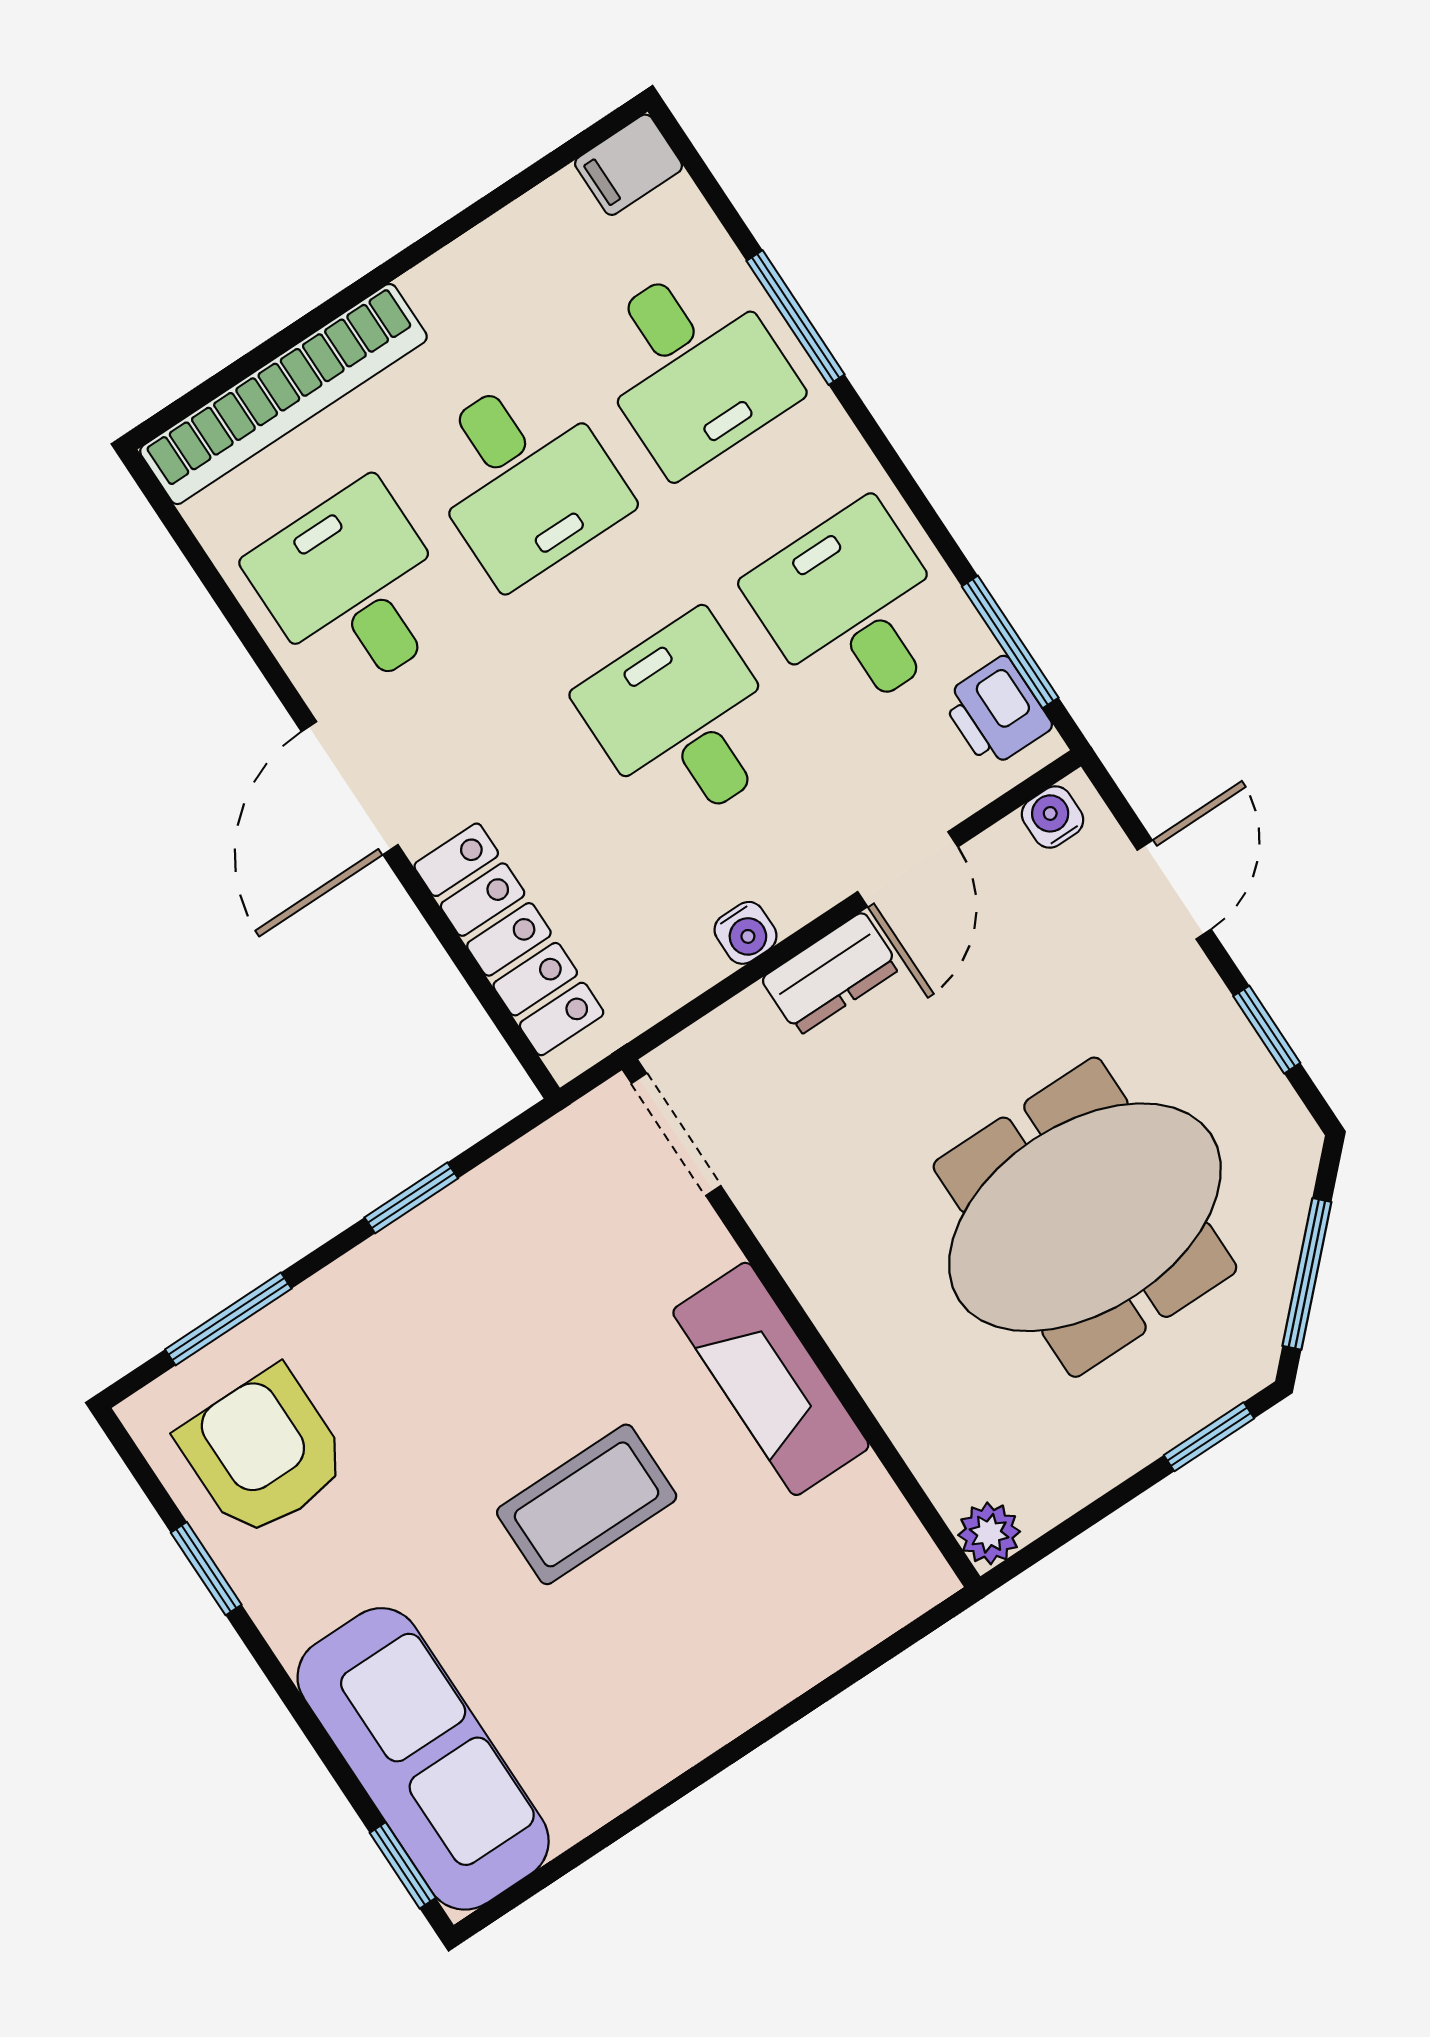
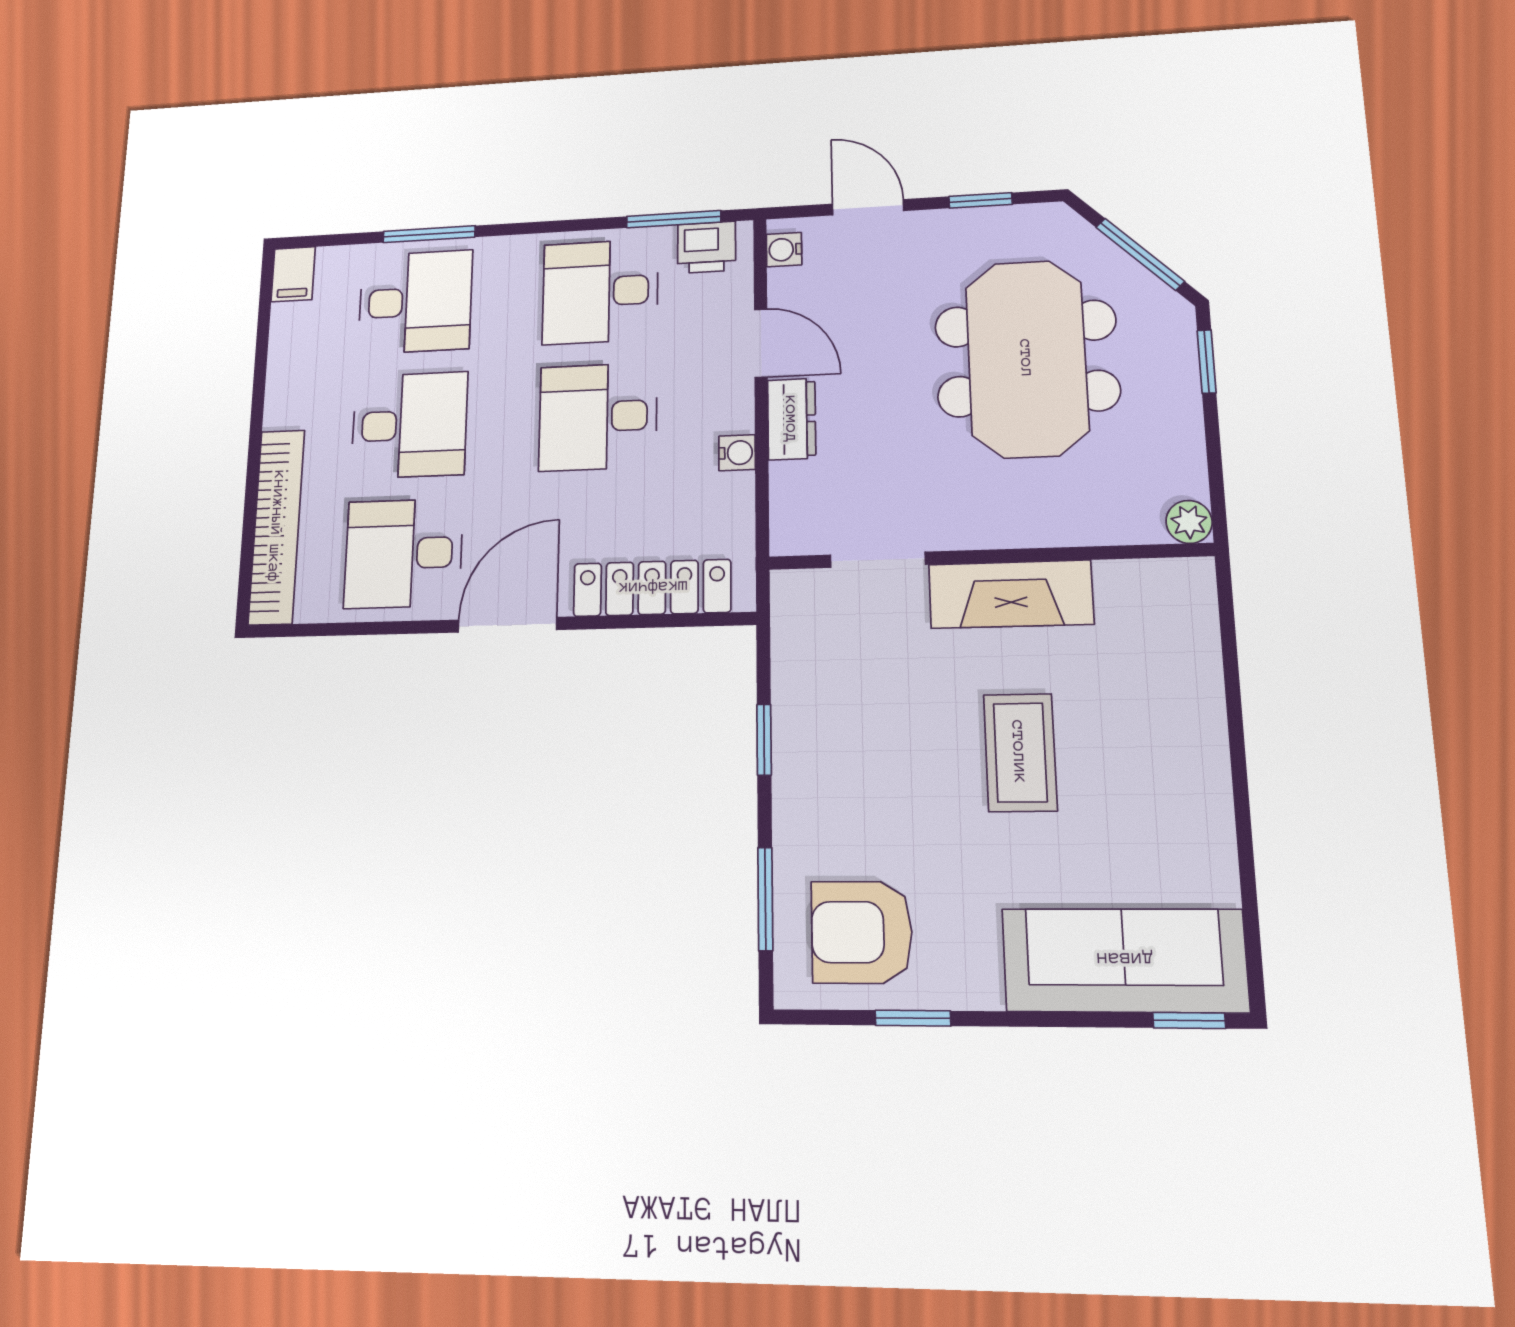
door: (350, 788) -> (507, 625), swing flipped
doorway: (676, 1135) -> (878, 560), moved

